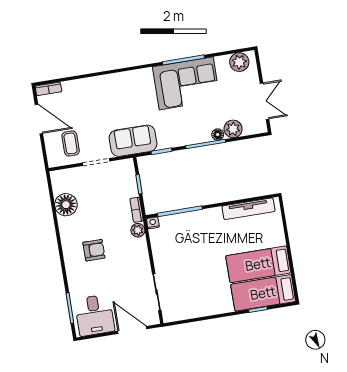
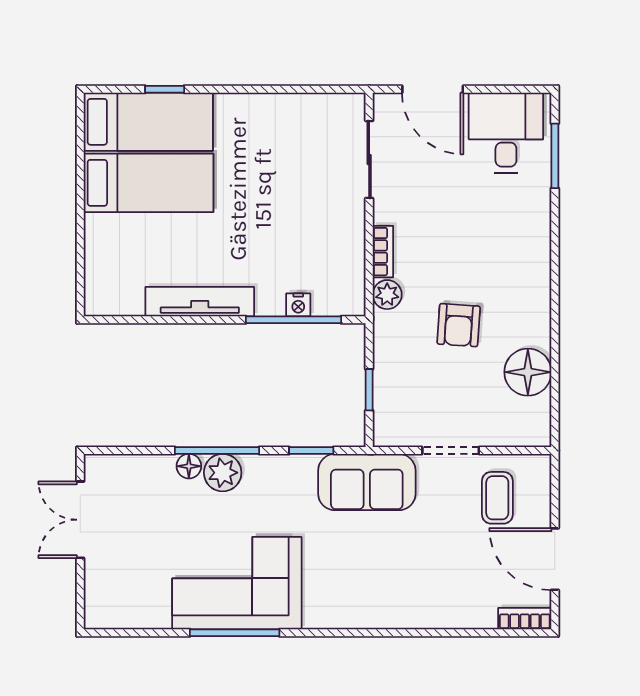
plant: (239, 62) -> (119, 609), removed
plant: (233, 129) -> (223, 473), moved
tv unit: (248, 209) -> (200, 302), moved
bookcase: (137, 210) -> (383, 252), moved
nightstand: (153, 223) -> (298, 305), moved
armchair: (94, 250) -> (459, 325), moved, turned -86

